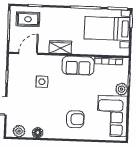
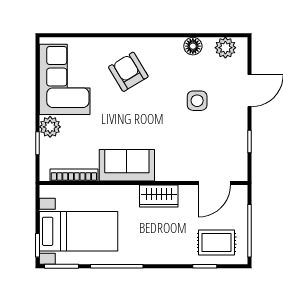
side table: (42, 82) -> (197, 101), moved
armchair: (75, 119) -> (128, 72), turned 59

